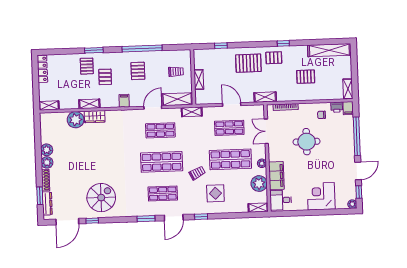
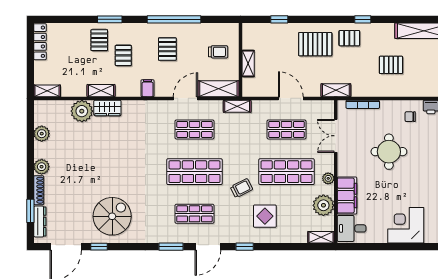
plant: (47, 150) -> (42, 134), moved

